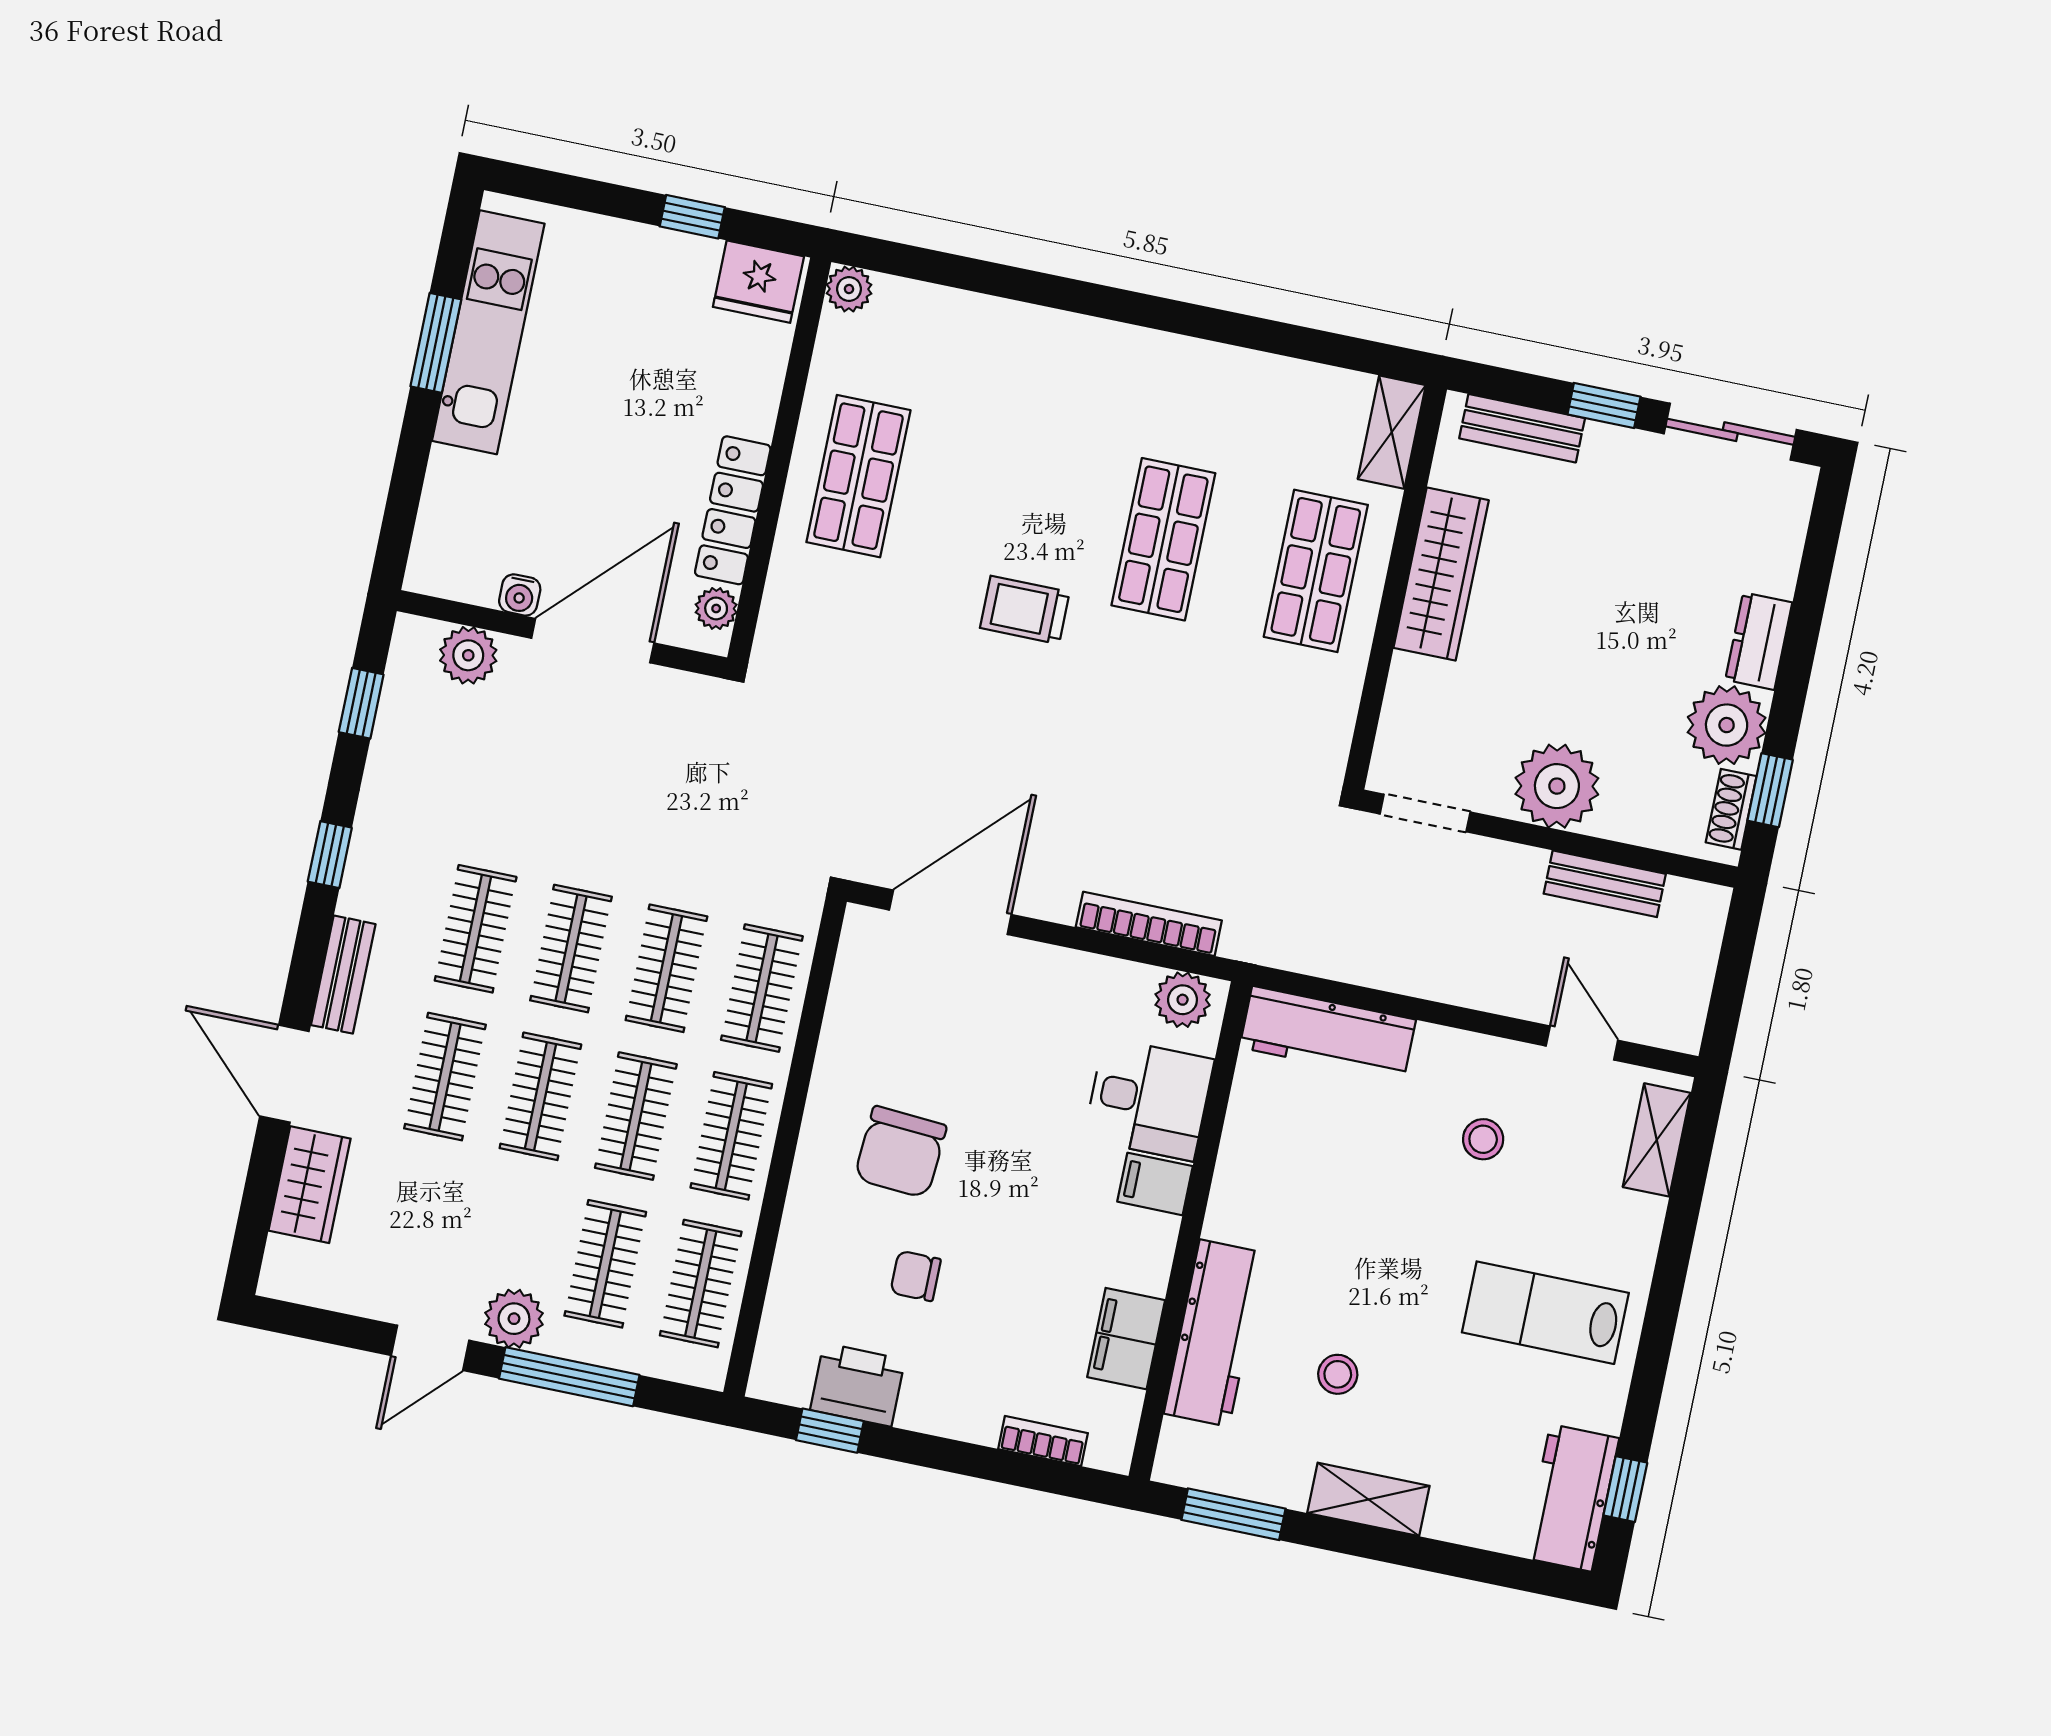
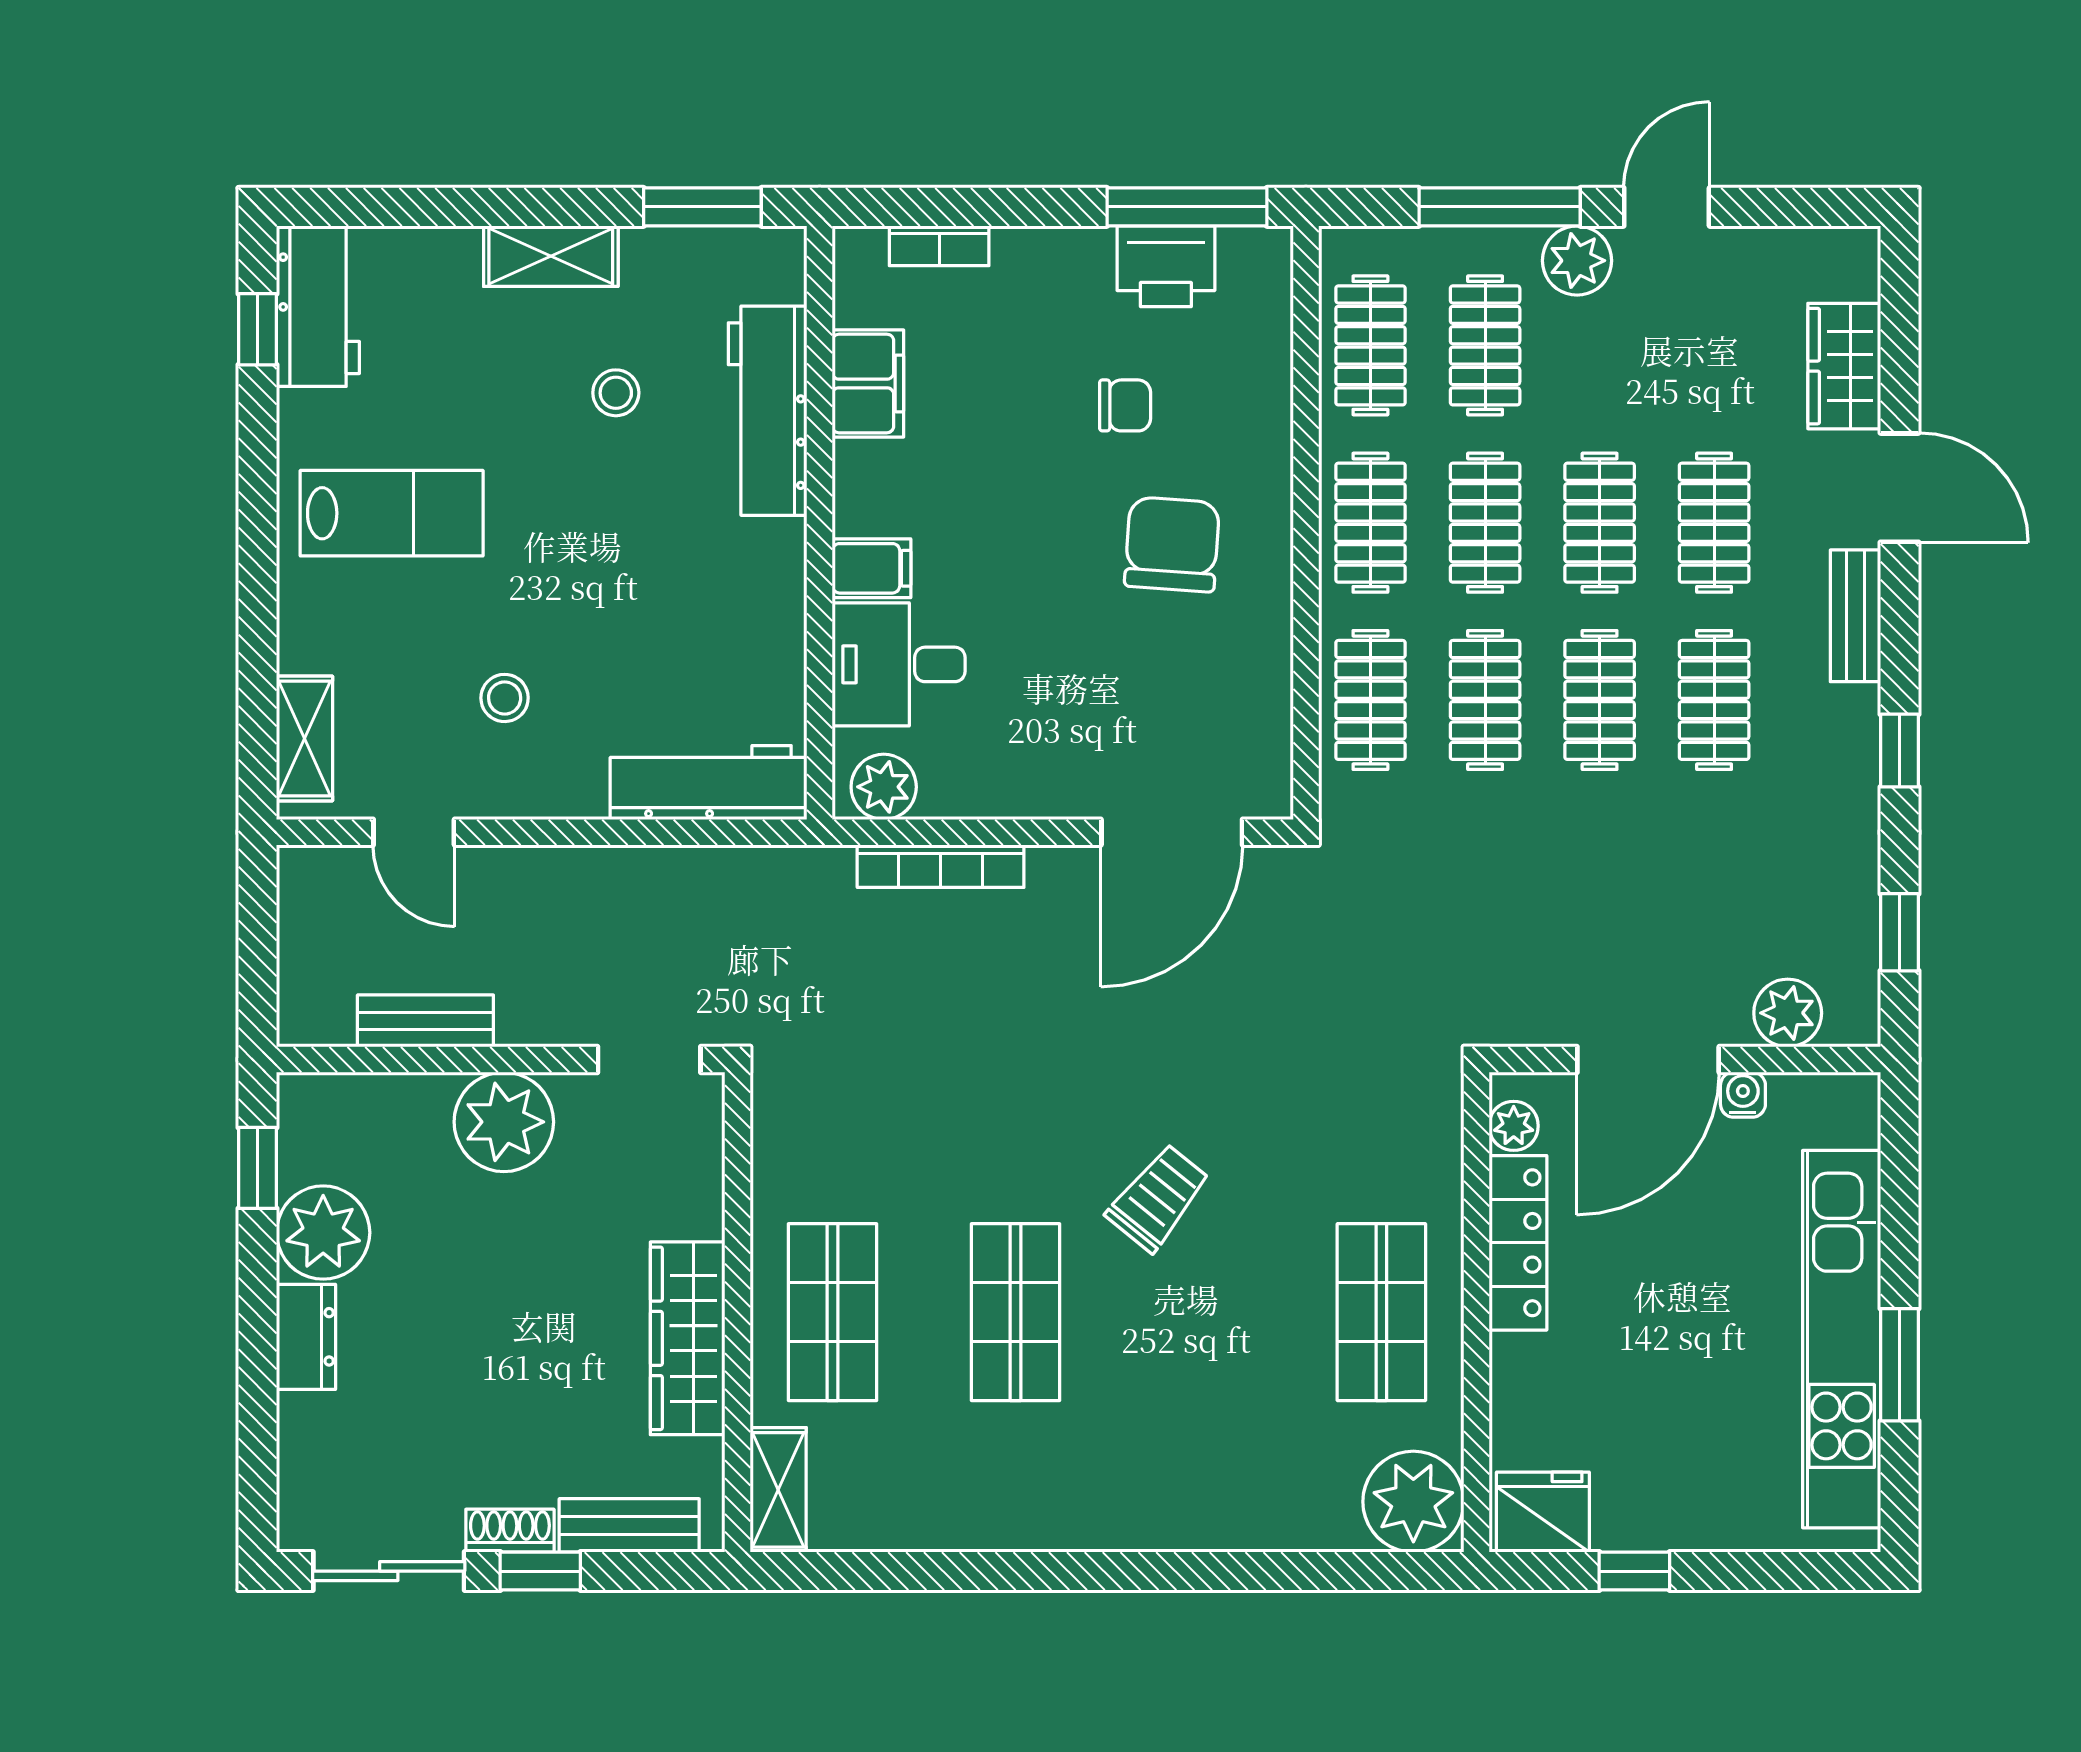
plant: (849, 289) -> (1413, 1502), width x1.87, depth x1.87
kitchen unit: (488, 332) -> (1842, 1339), width x1.36
trolley: (1025, 610) -> (1158, 1198), turned -51
shoe rack: (1731, 809) -> (510, 1531), moved, turned -90
window: (830, 1431) -> (1187, 207), width x2.17

